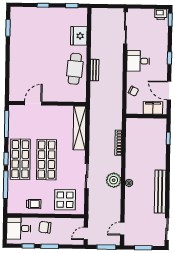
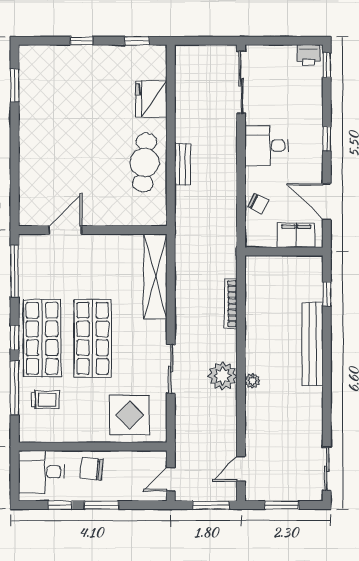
bench: (160, 192) -> (312, 344), moved
trolley: (34, 204) -> (45, 400), moved

